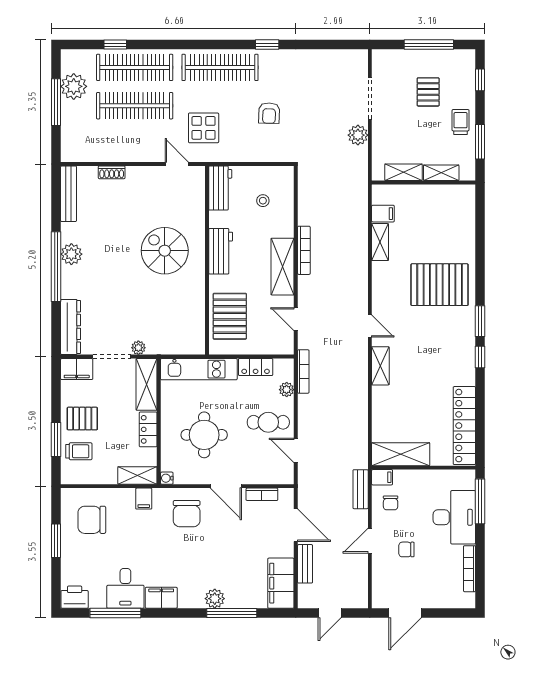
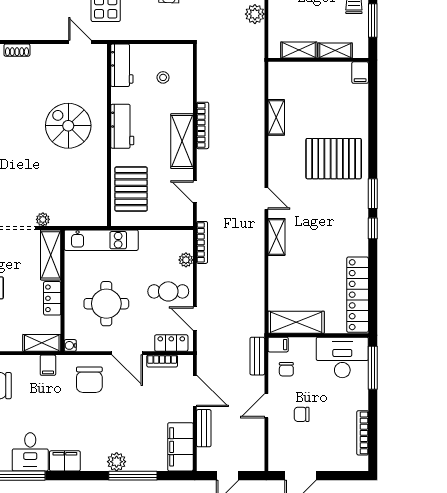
filing cabinet: (383, 214) -> (360, 73), moved, turned 90
locker: (256, 367) -> (171, 343), moved, turned 180
desk: (454, 517) -> (342, 357), moved, turned -90

